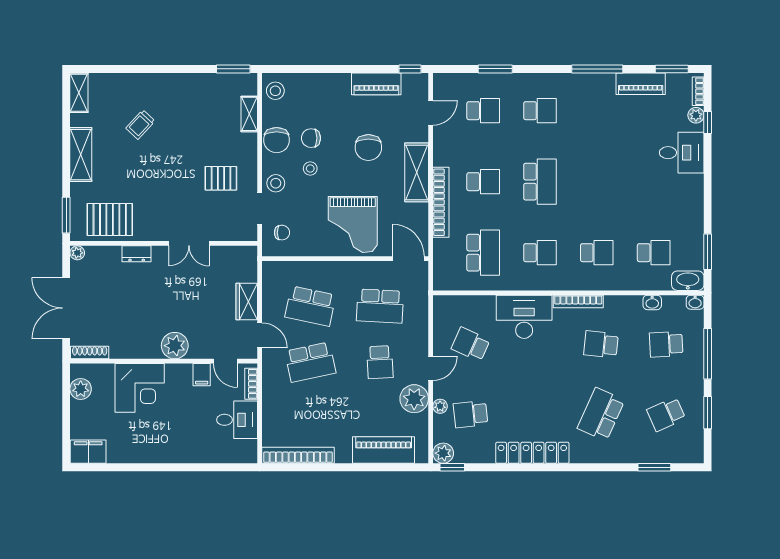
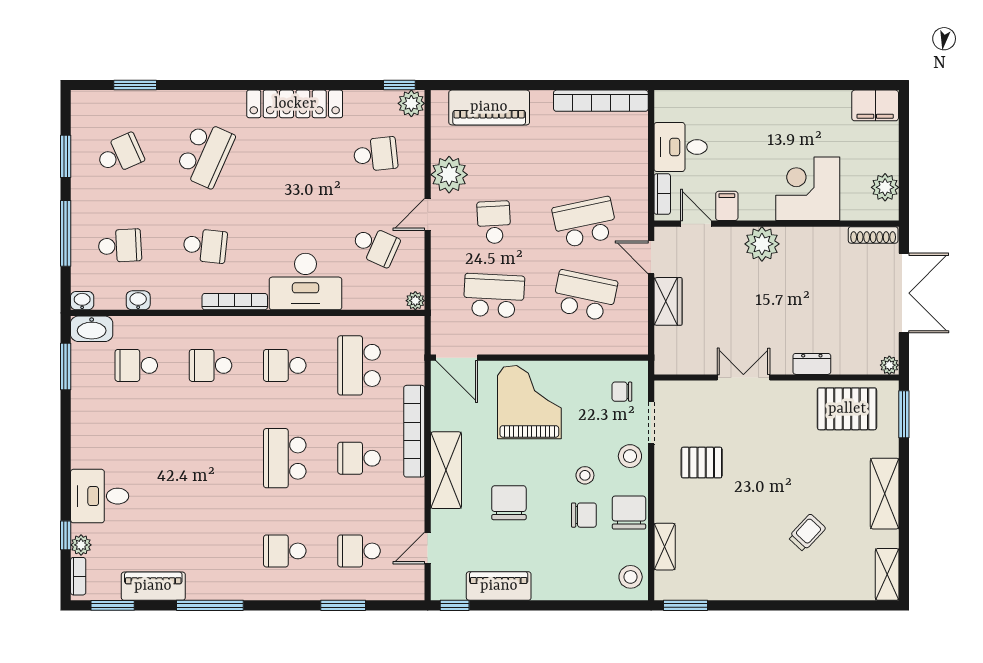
plant: (440, 406) -> (415, 301), moved

